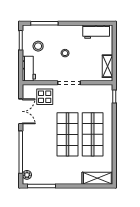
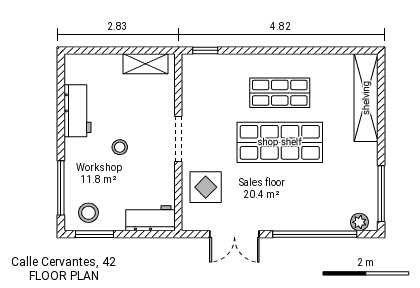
workbench: (96, 32) -> (77, 111), moved
stool: (38, 46) -> (88, 213), moved
double door: (21, 111) -> (234, 234), swing flipped
shop shelf: (93, 134) -> (280, 93), width x0.70, depth x0.74
shelving: (97, 178) -> (366, 98), width x1.47

